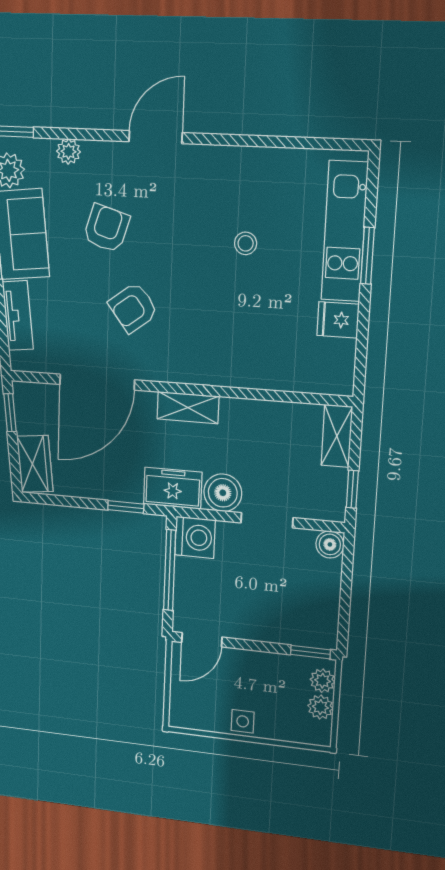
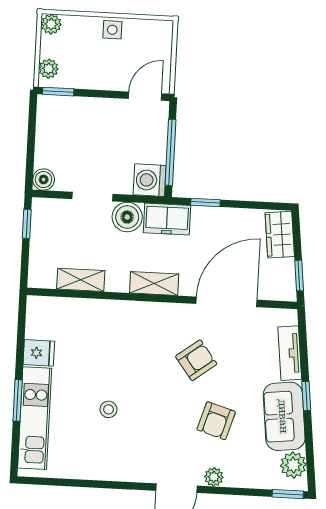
plant: (69, 152) -> (214, 477), moved
shelving: (337, 436) -> (81, 280), moved, turned 90
plant: (320, 707) -> (51, 24), moved

